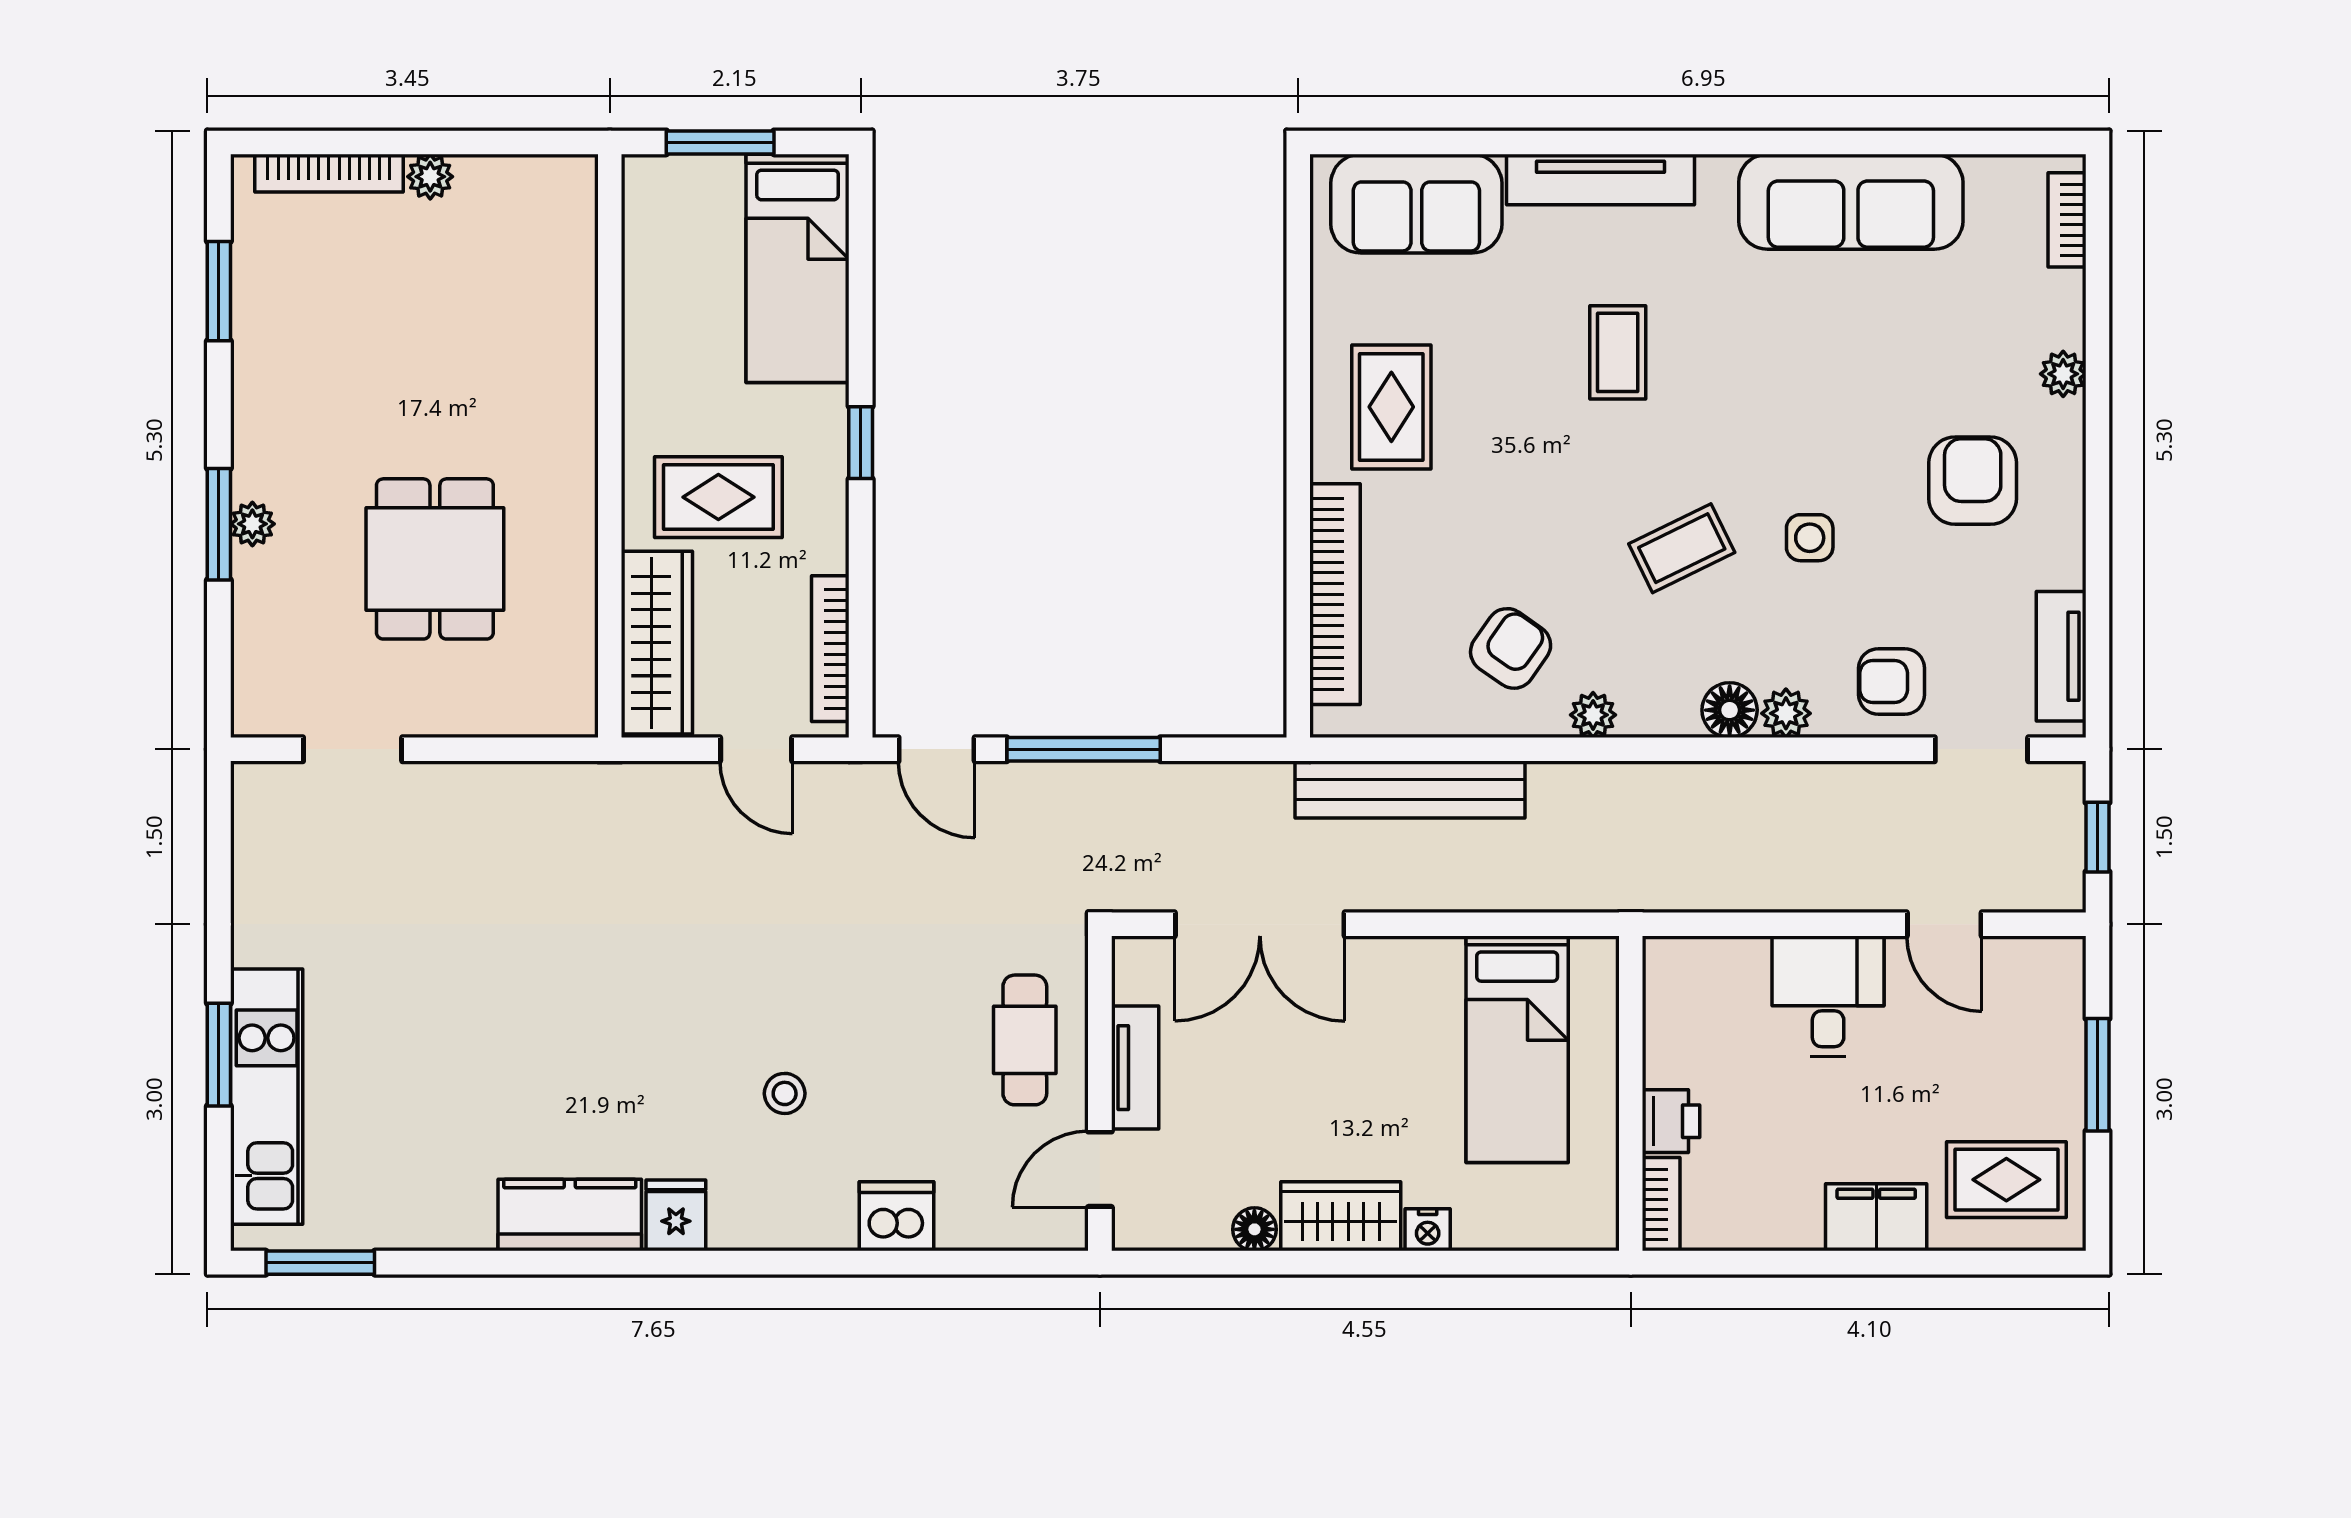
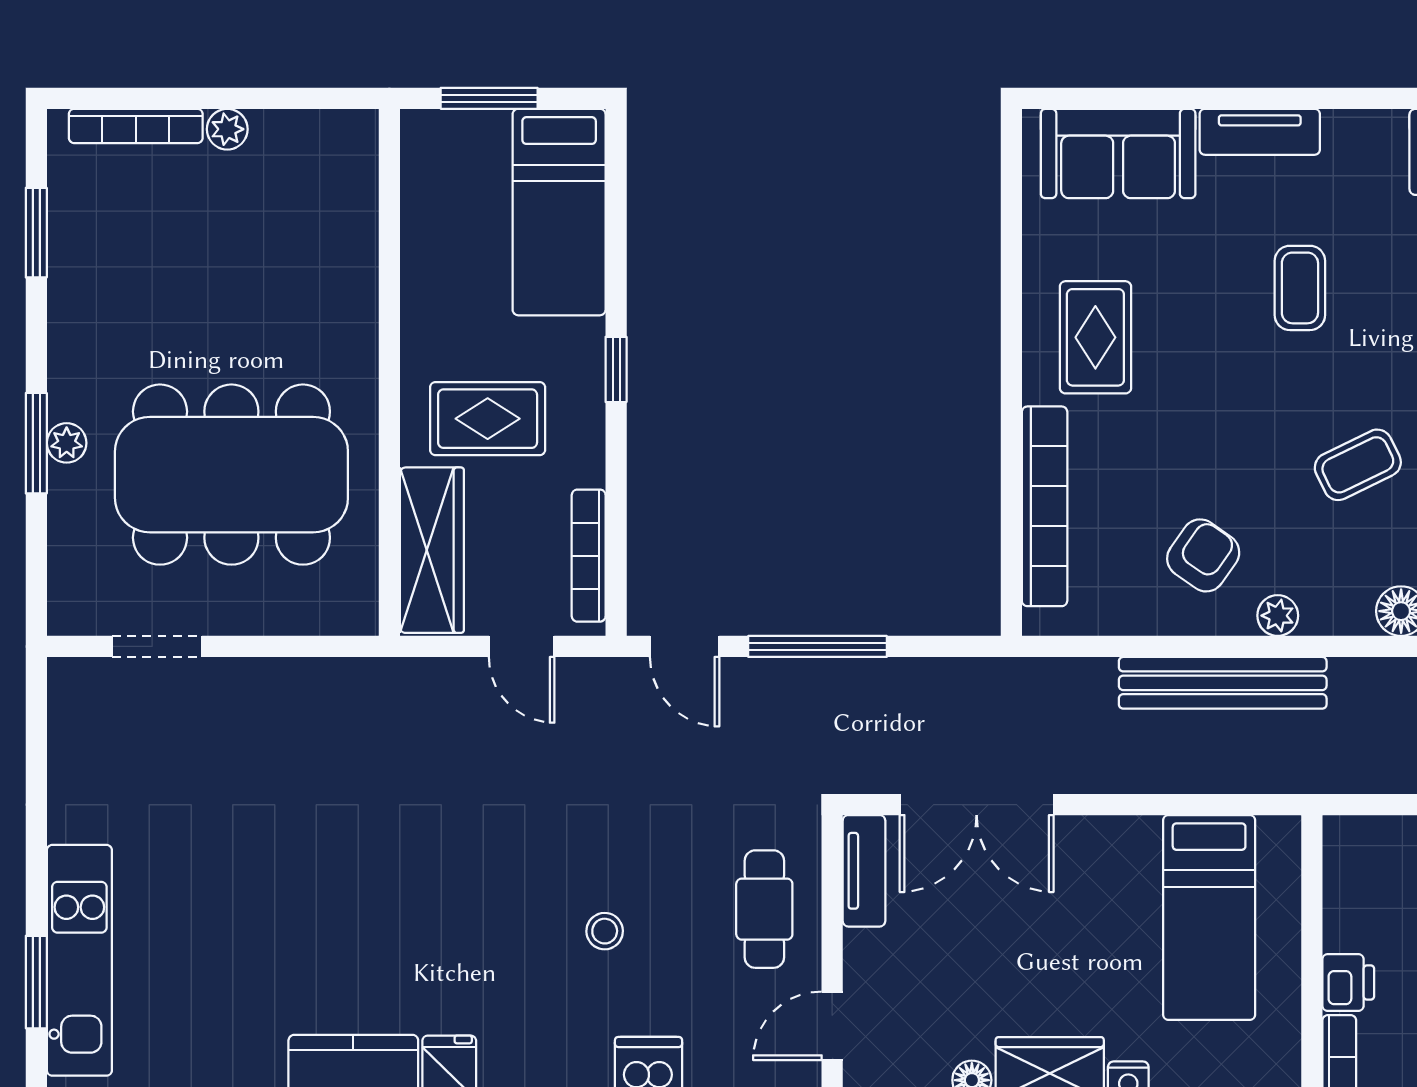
tv unit: (1600, 180) -> (1260, 132), width x0.71
dining table: (435, 559) -> (231, 475), width x1.88, depth x1.24
bench: (1410, 789) -> (1223, 683), moved
window: (219, 1055) -> (36, 982), moved
tv unit: (1135, 1068) -> (864, 871), moved
stool: (785, 1093) -> (605, 931), moved

